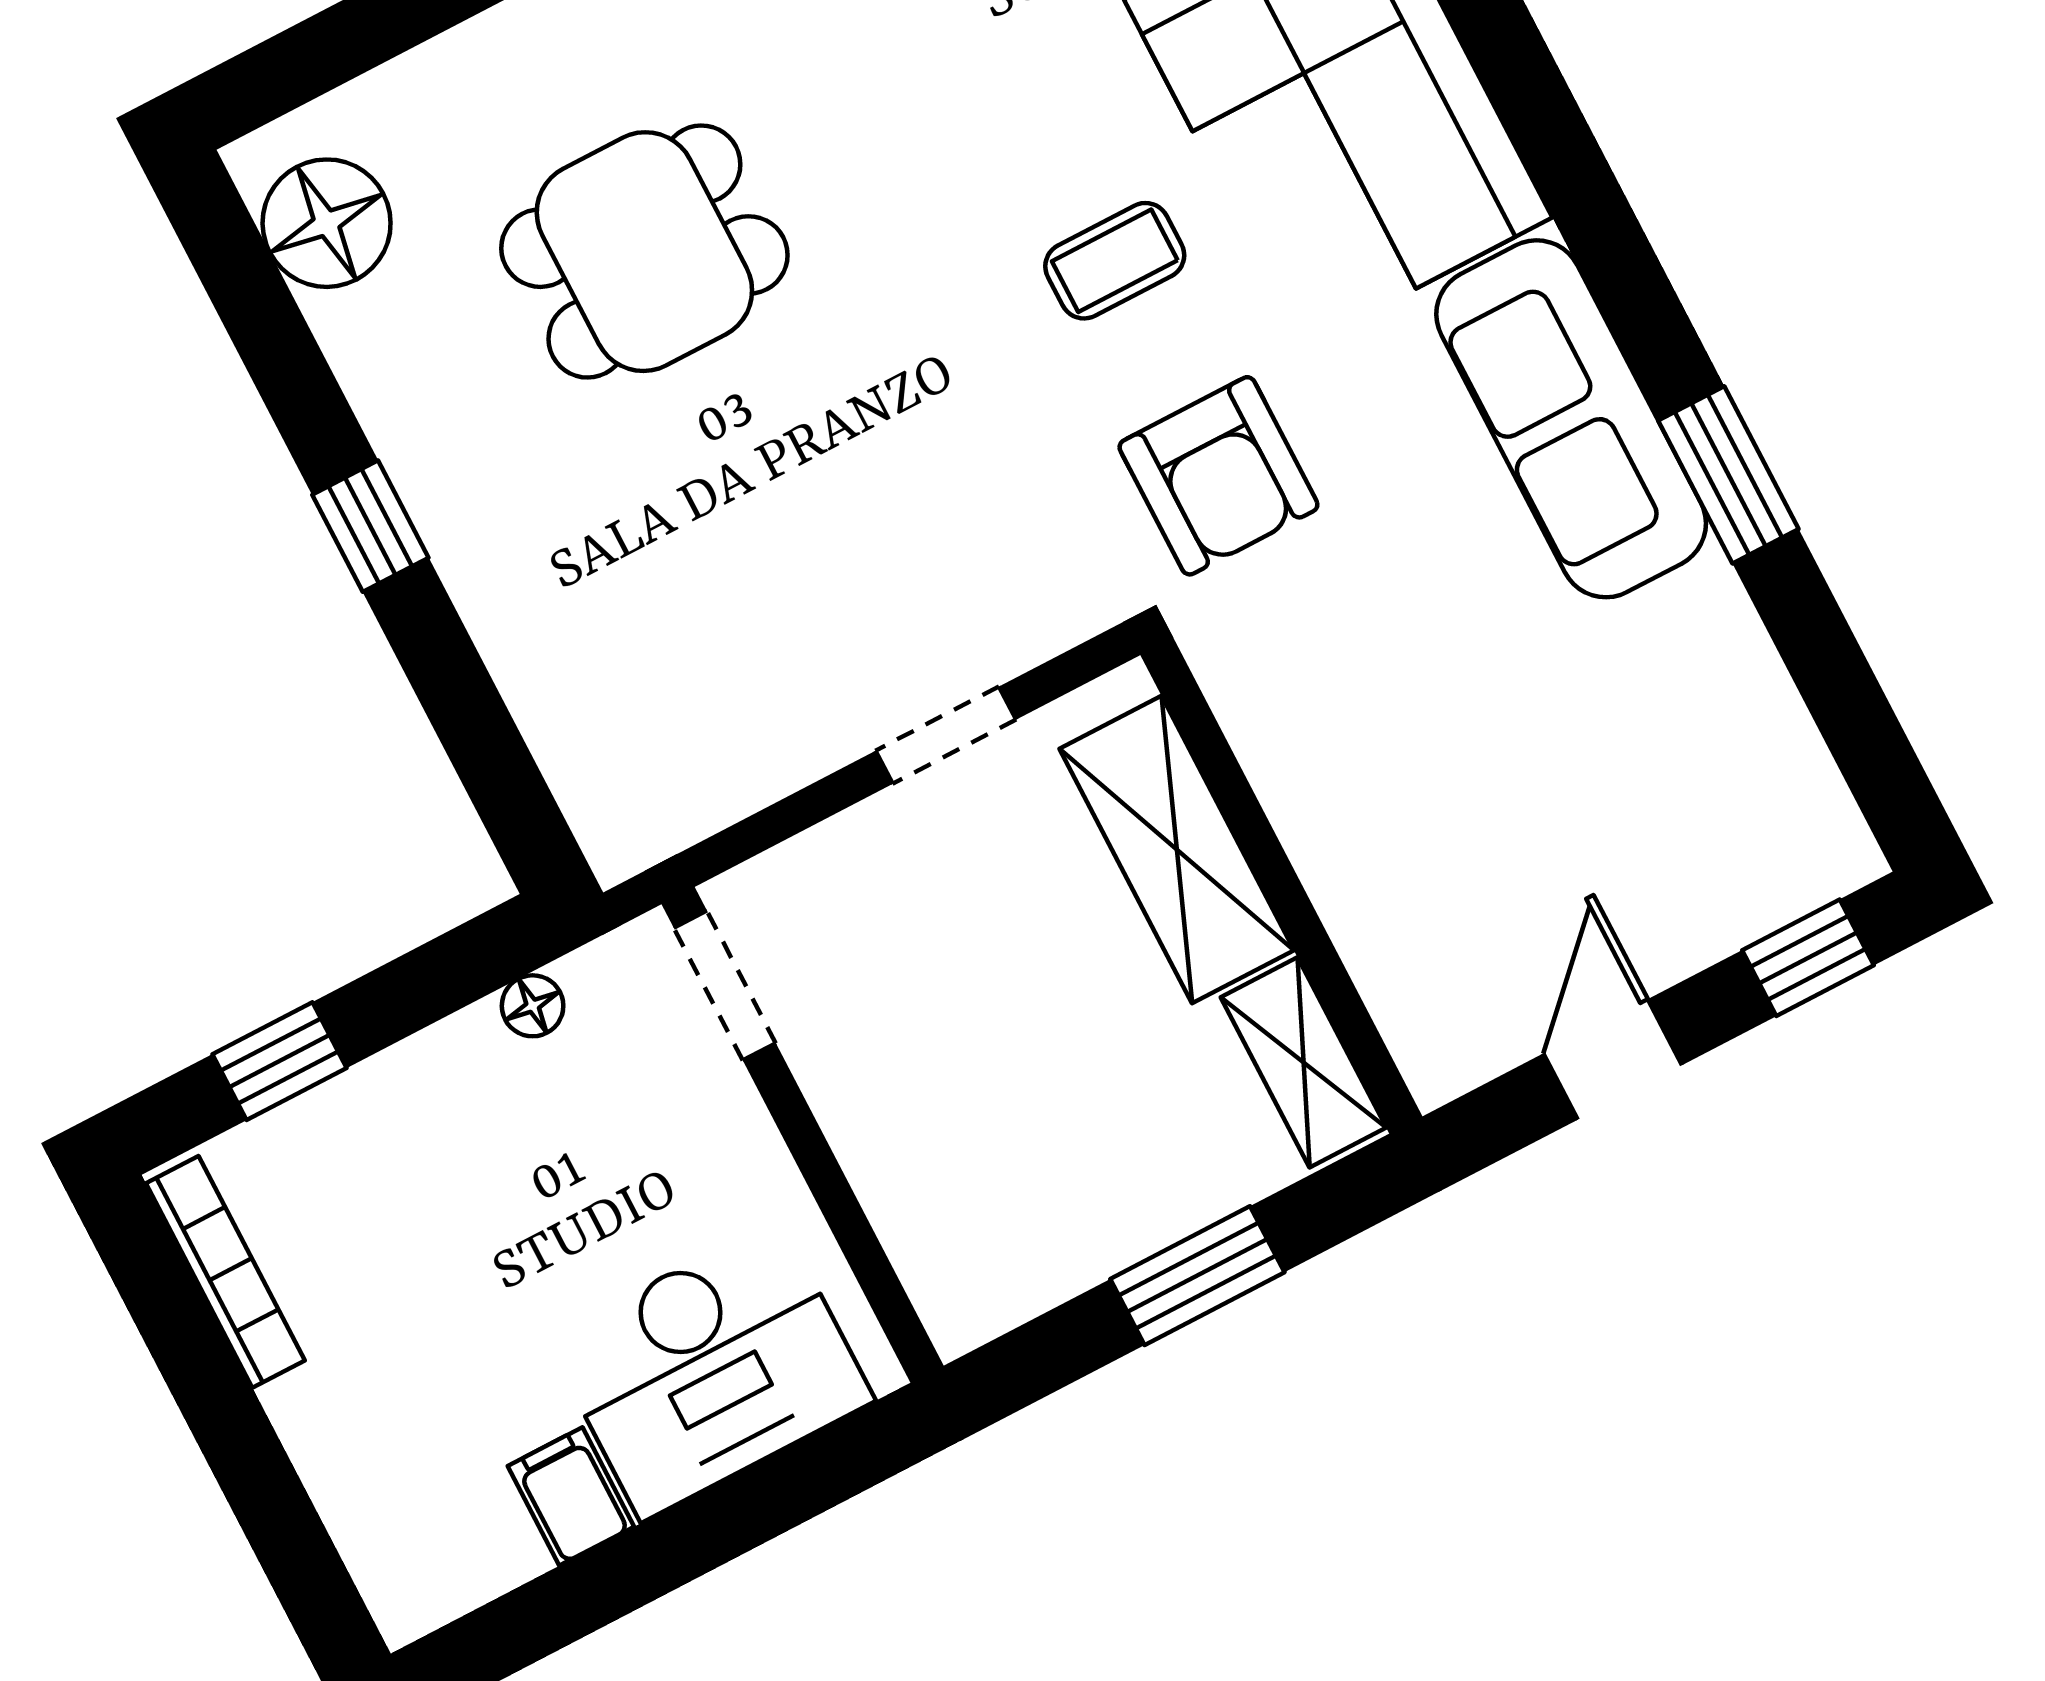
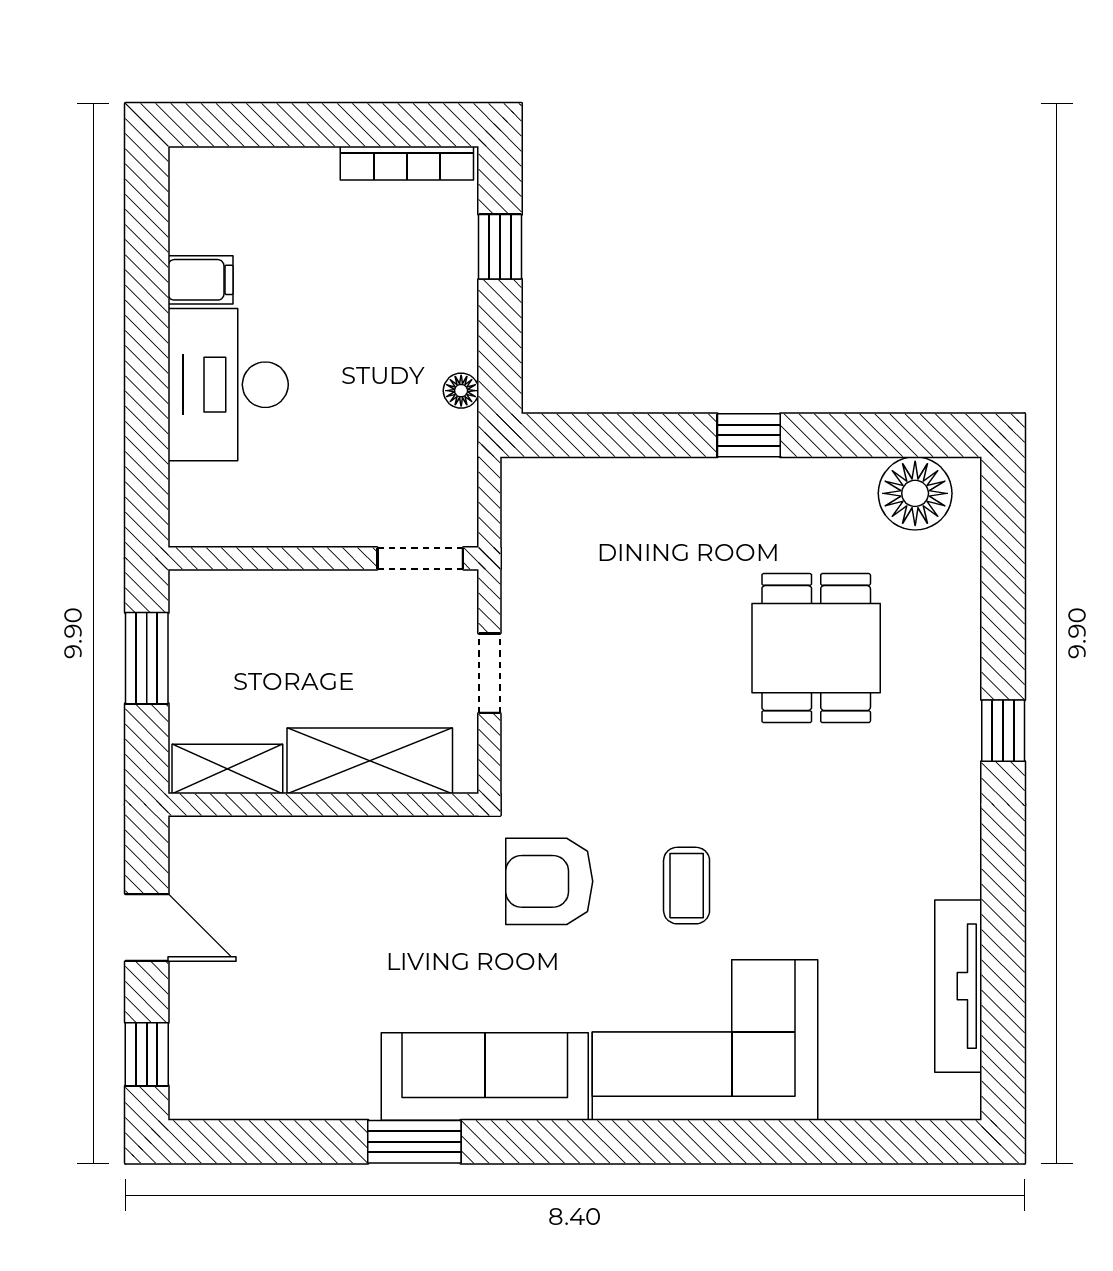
doorway: (725, 986) -> (420, 558), moved
wall: (803, 1135) -> (323, 558), moved

